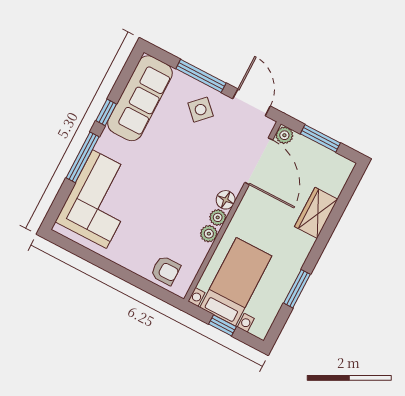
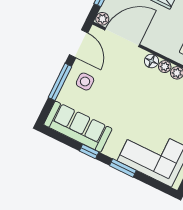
door: (252, 102) -> (79, 44), swing flipped
side table: (201, 110) -> (85, 82), turned 45
window: (83, 157) -> (123, 168), width x0.69

